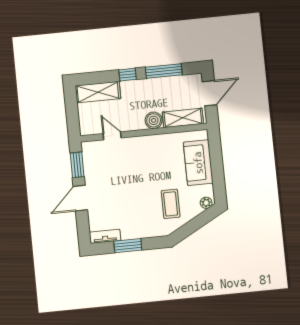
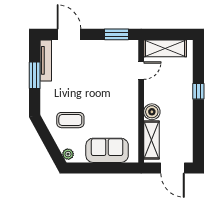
window: (164, 71) -> (198, 126), removed
shelving: (98, 92) -> (165, 48), moved, turned 90
door: (80, 198) -> (69, 34), moved
tv unit: (105, 236) -> (46, 60), width x1.41

